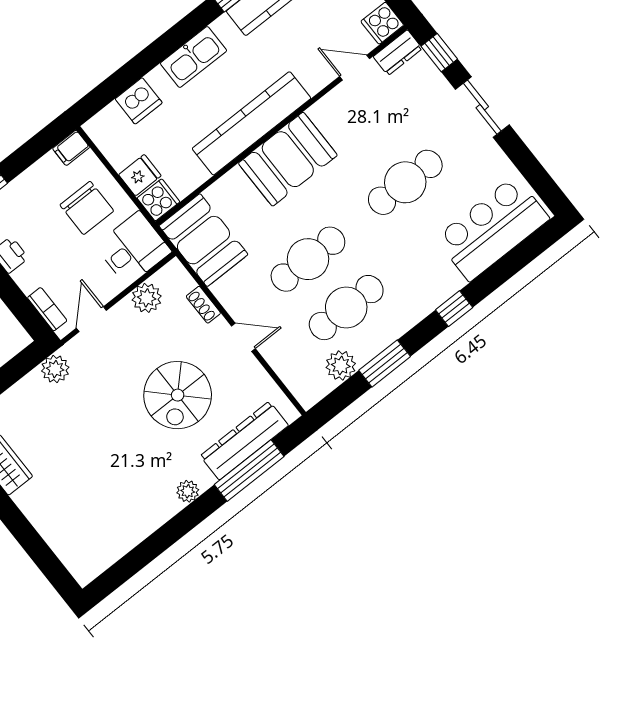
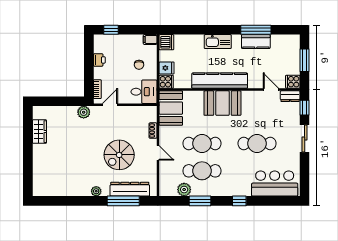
dishwasher: (139, 101) -> (166, 42), moved, turned -90
chair: (87, 208) -> (139, 65), width x0.54, depth x0.54
plant: (147, 298) -> (135, 113), removed

